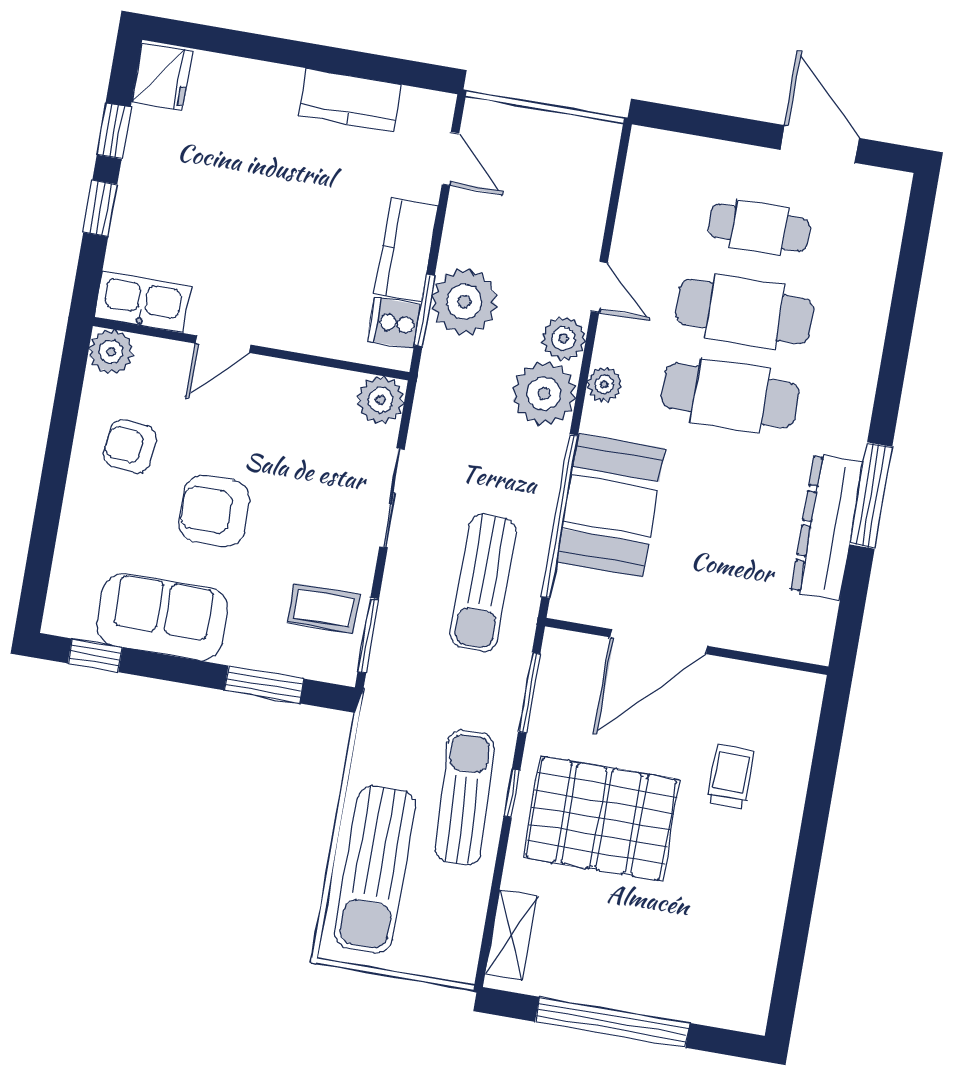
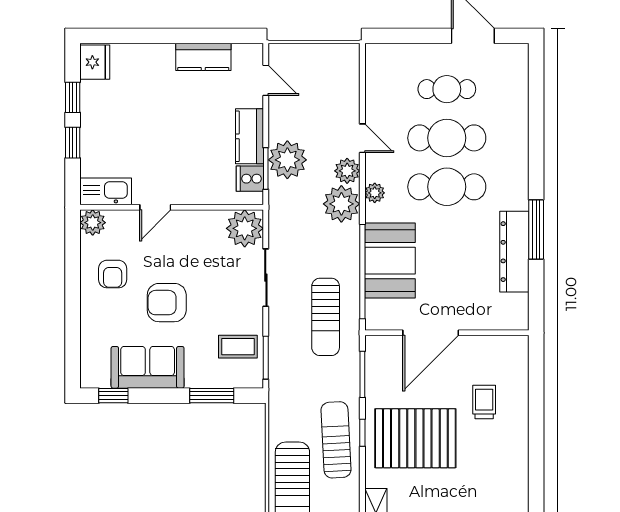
plant: (380, 400) -> (245, 228), width x1.36, depth x1.36
armchair: (130, 446) -> (113, 274), turned -96

